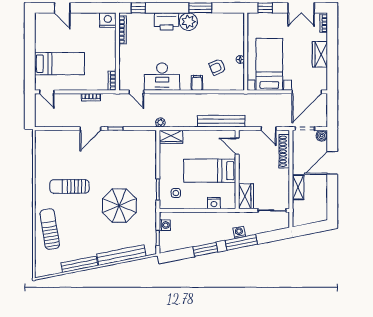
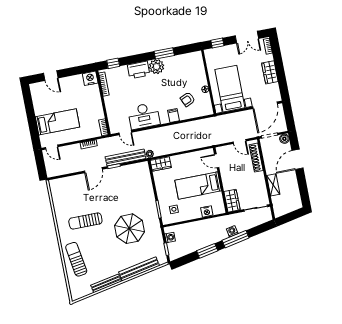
bench: (221, 121) -> (126, 158), moved

